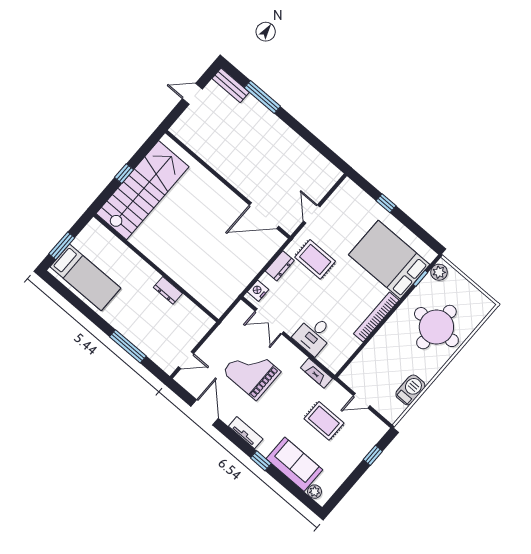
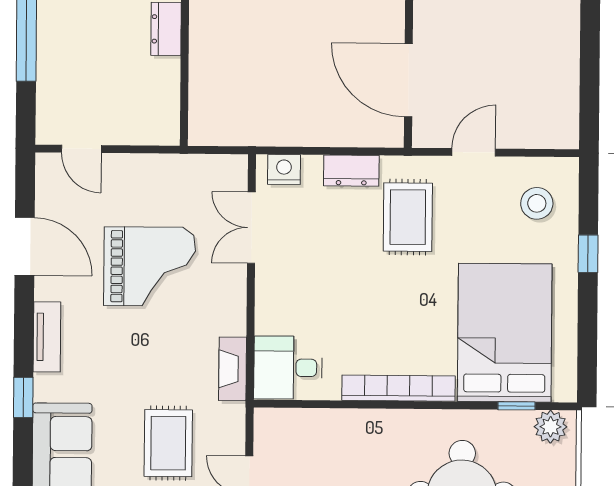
stool: (351, 207) -> (537, 203), added
desk: (314, 335) -> (288, 368), moved
grand piano: (252, 372) -> (150, 266), turned 90
door: (205, 412) -> (25, 246), hinge flipped

